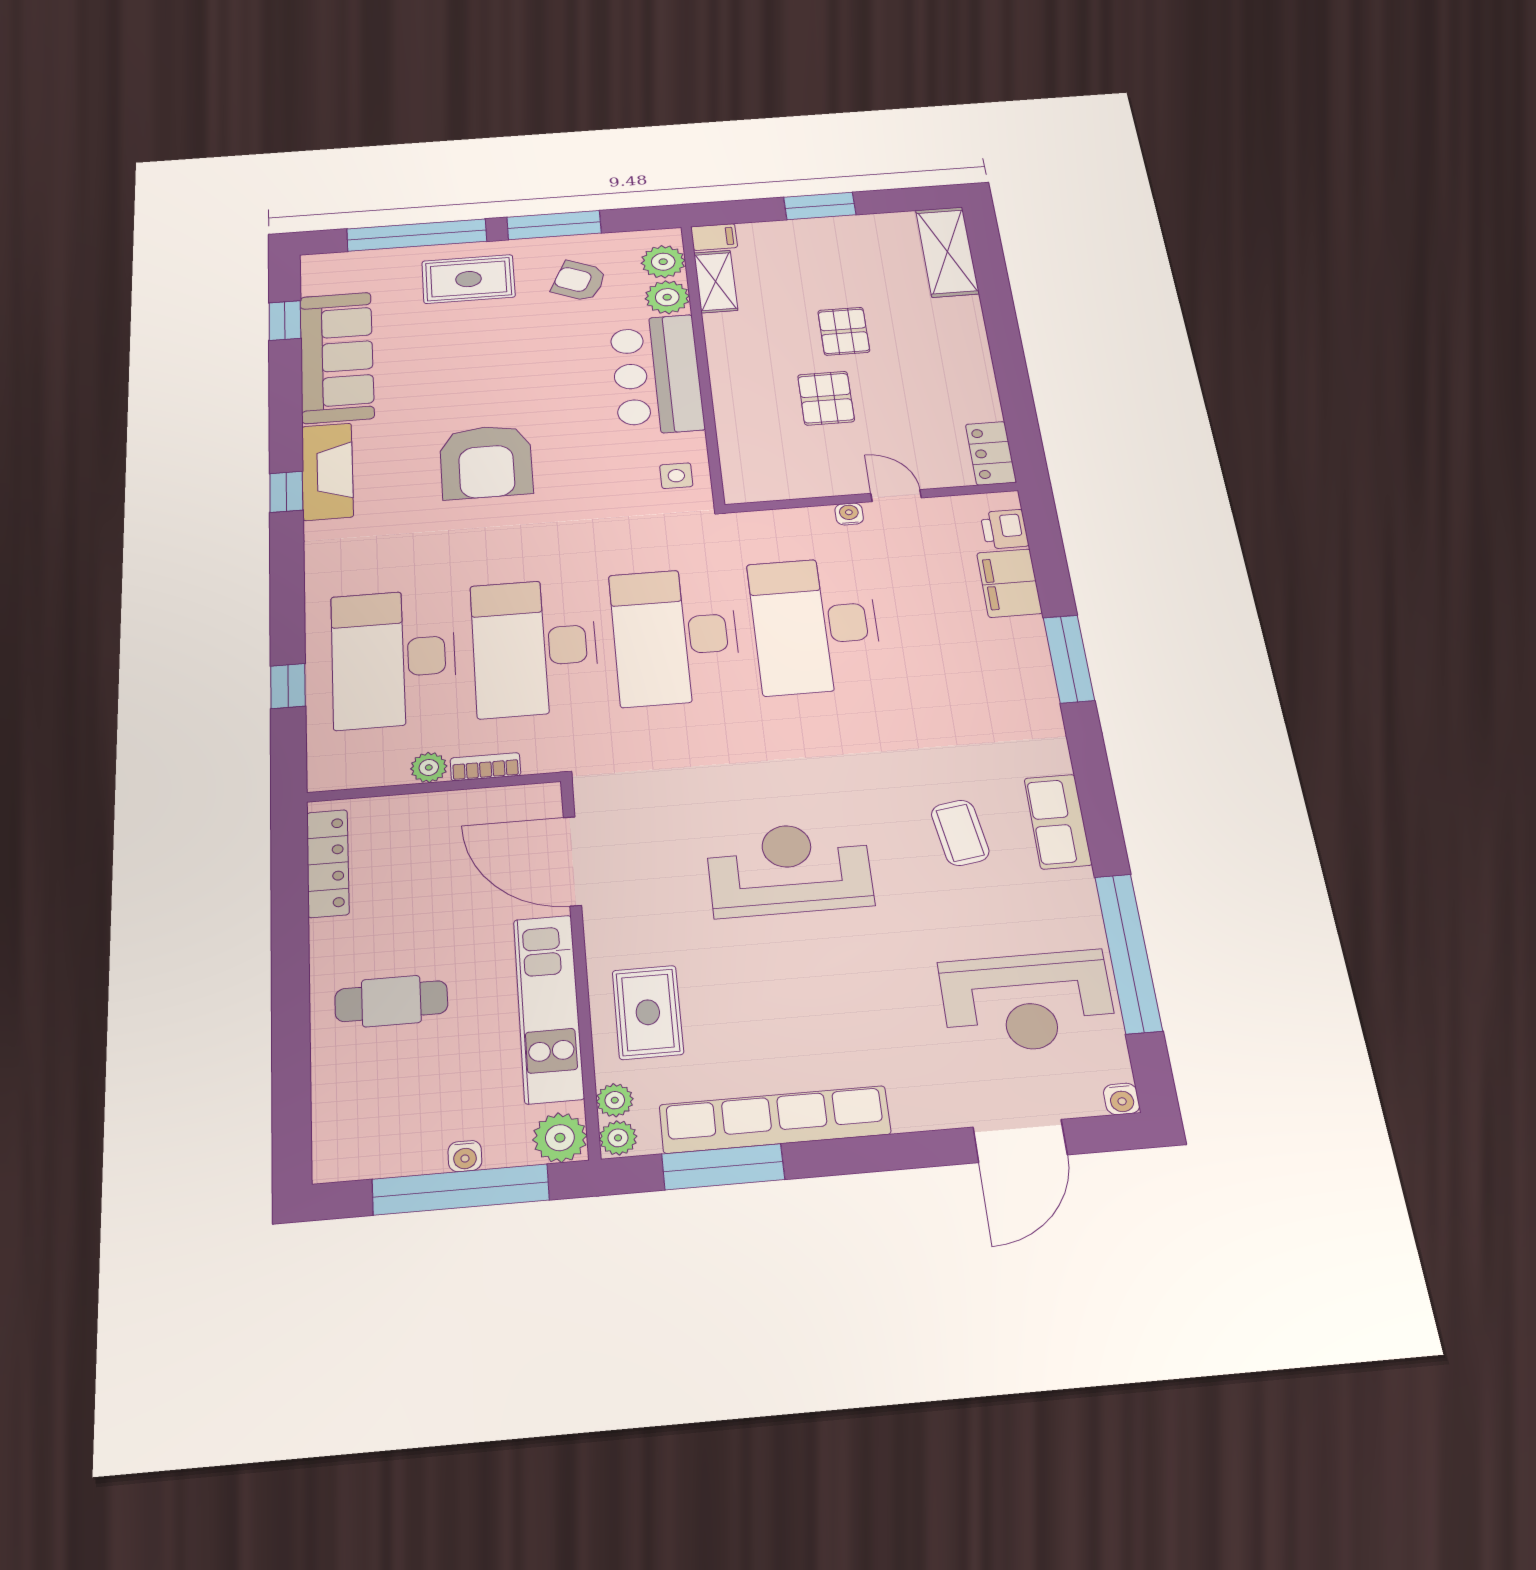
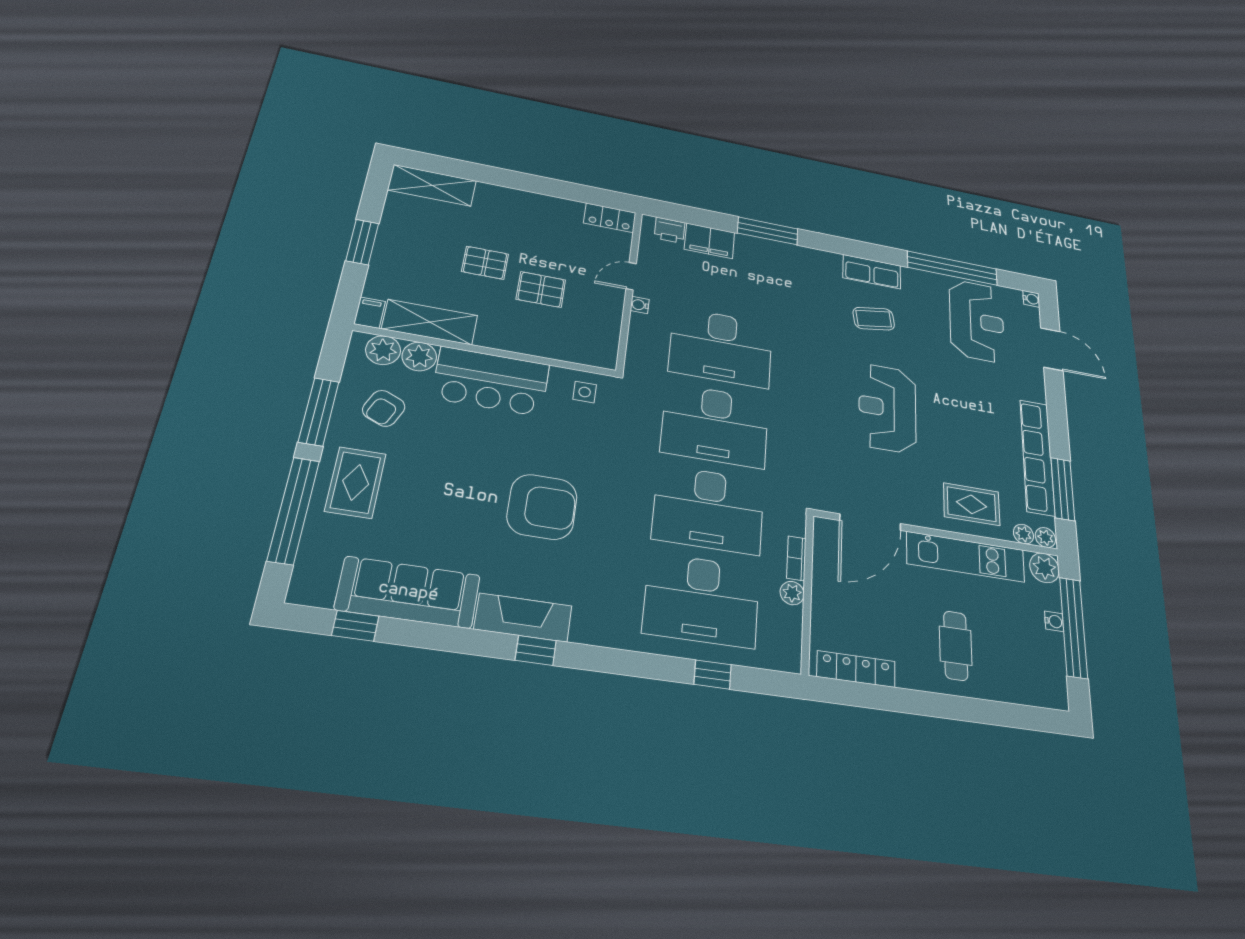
shelving: (716, 282) -> (430, 322), width x1.50, depth x1.33

